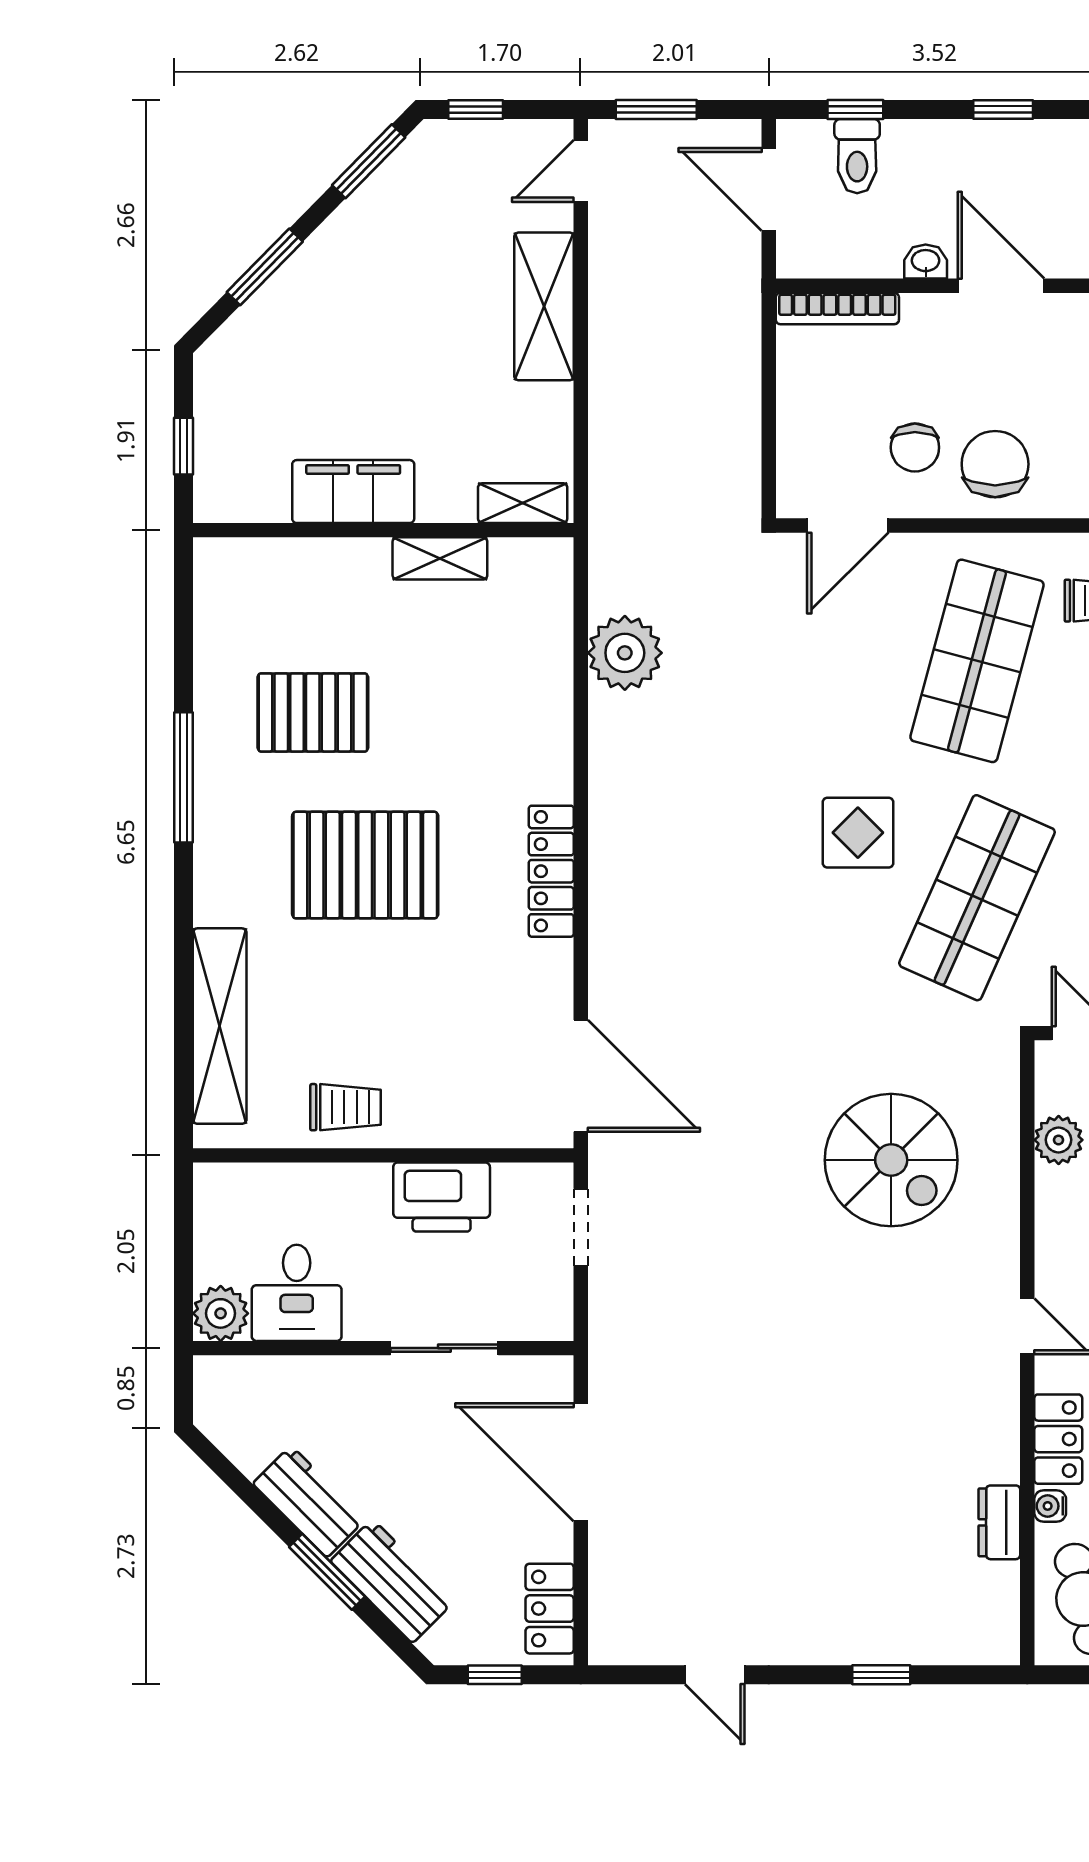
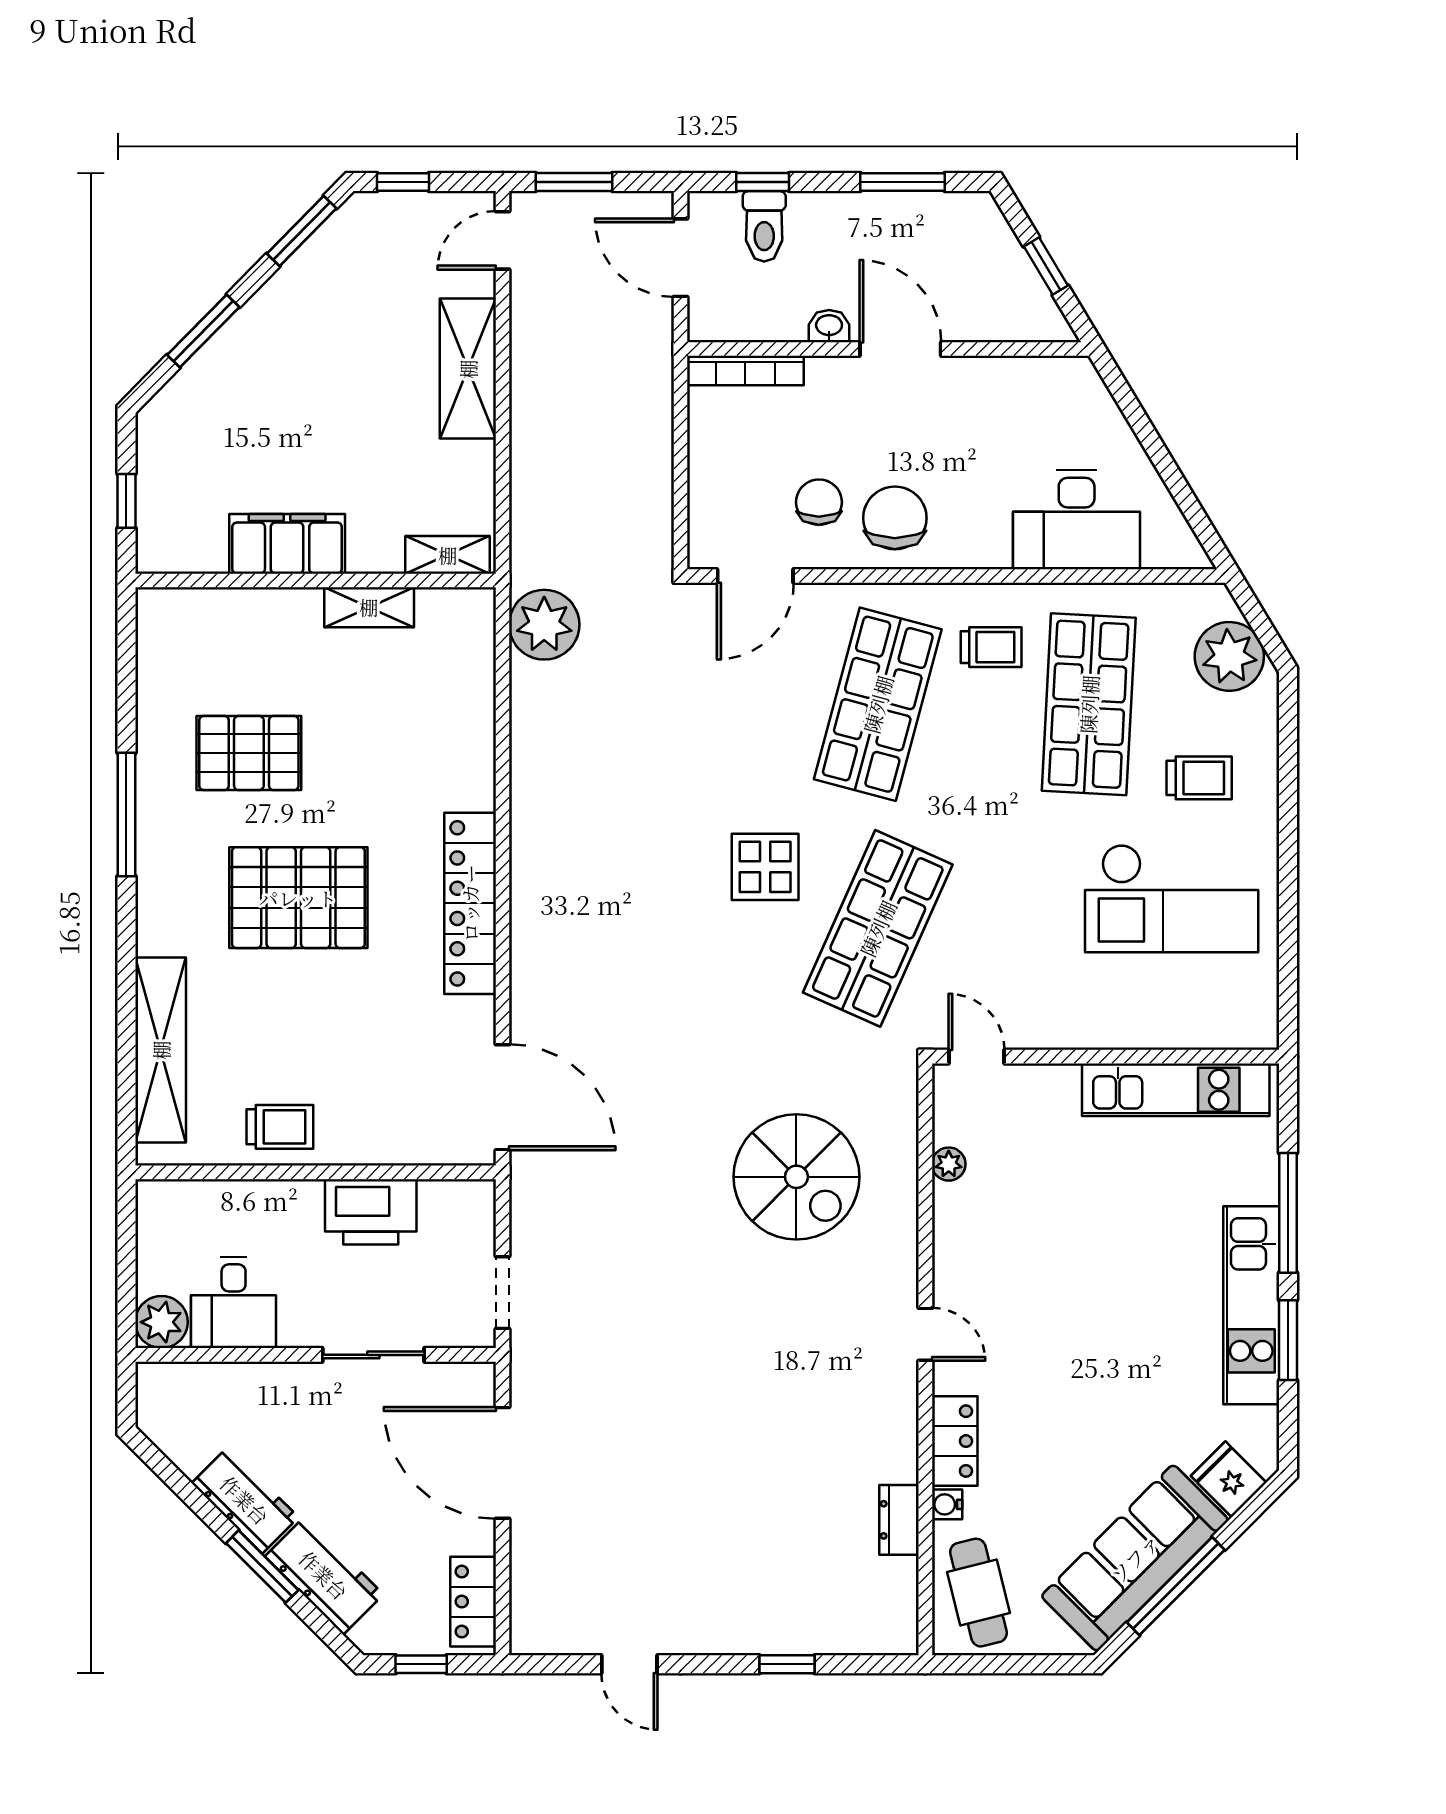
window: (1003, 109) -> (903, 182), width x1.50
chair: (915, 447) -> (819, 502), turned 180
plant: (625, 653) -> (544, 625), moved
locker: (551, 871) -> (470, 903), width x1.41, depth x1.21
plant: (1059, 1140) -> (949, 1164), width x0.73, depth x0.73
doorway: (581, 1227) -> (503, 1293), moved

